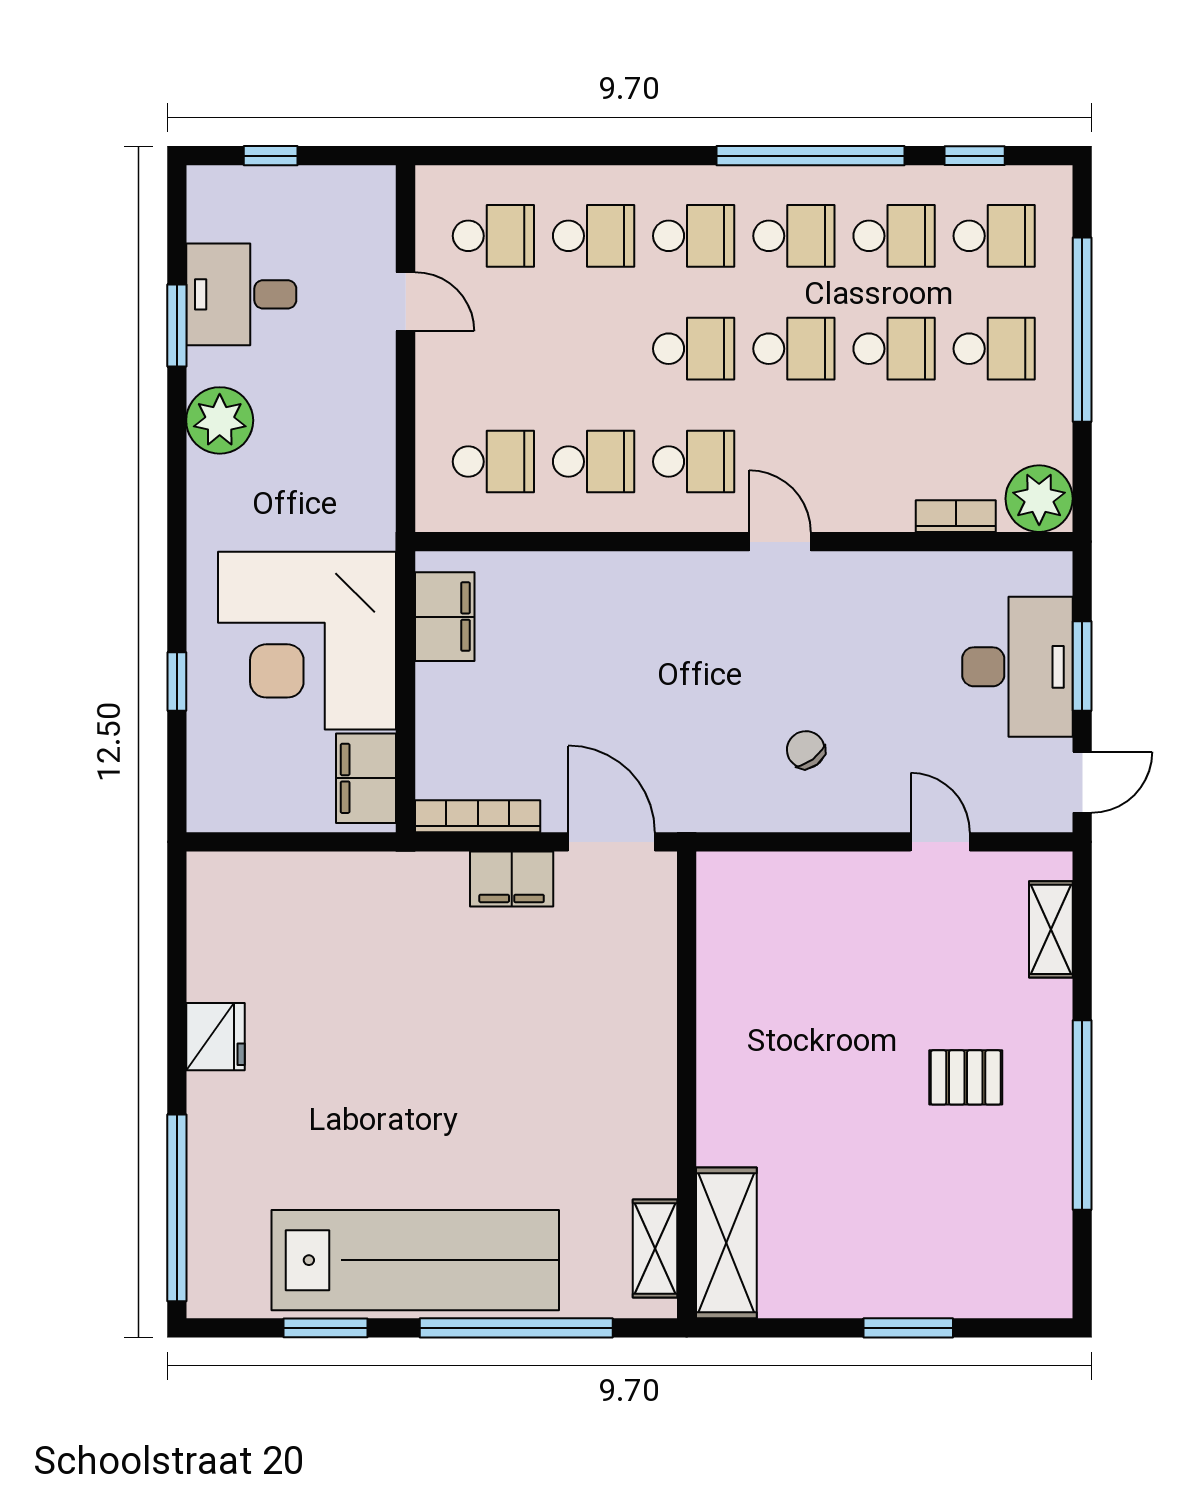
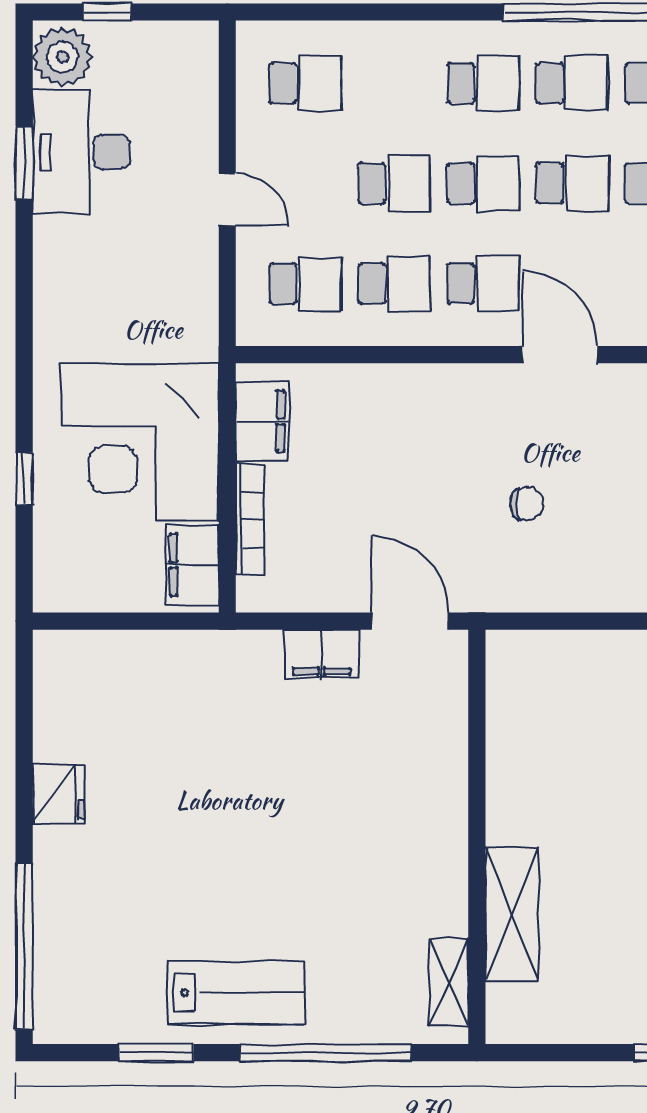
school desk: (594, 236) -> (394, 183), moved
desk: (241, 294) -> (81, 152), width x1.37
door: (406, 302) -> (227, 199), moved
plant: (220, 420) -> (62, 57), moved
door: (780, 542) -> (560, 355), width x1.38
chair: (806, 750) -> (526, 504), moved, turned 127
bookcase: (478, 816) -> (250, 520), moved, turned 90
shelving: (726, 1243) -> (512, 914), moved
lab bench: (415, 1260) -> (236, 993), width x0.54, depth x0.72

